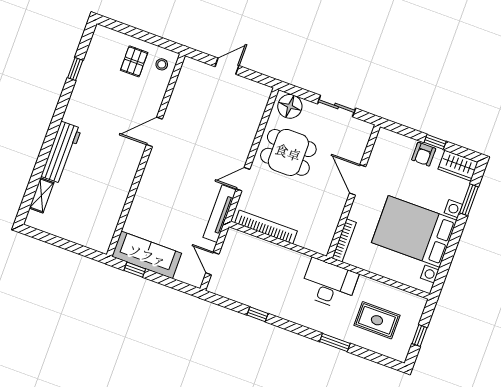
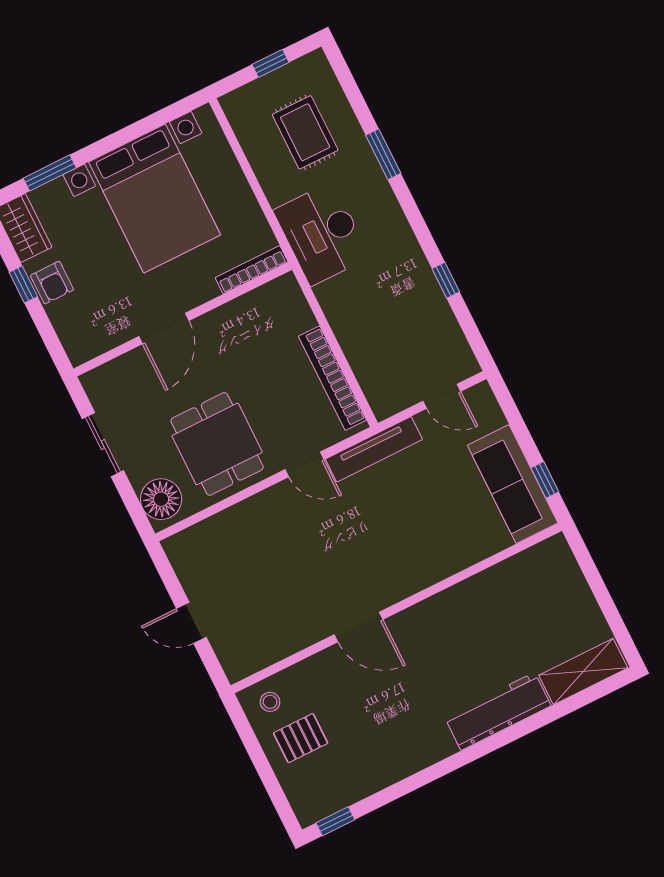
window: (75, 69) -> (335, 821), moved
armchair: (424, 154) -> (52, 283), turned 90
shelving: (42, 195) -> (583, 672), width x1.50, depth x1.33
door: (212, 263) -> (442, 396), hinge flipped

